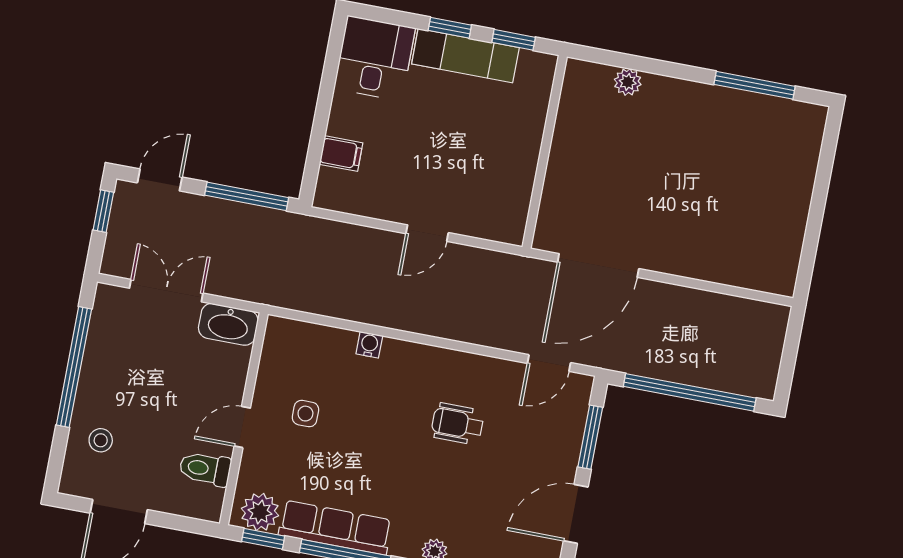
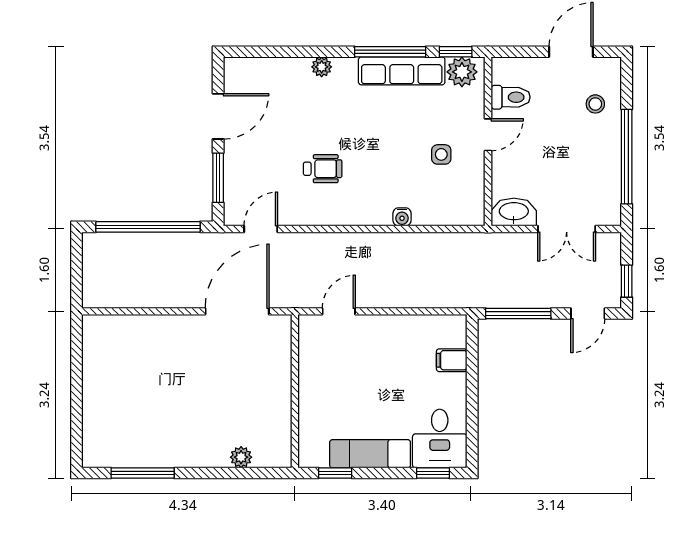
window: (450, 28) -> (433, 473), moved
door: (427, 233) -> (339, 311), moved

